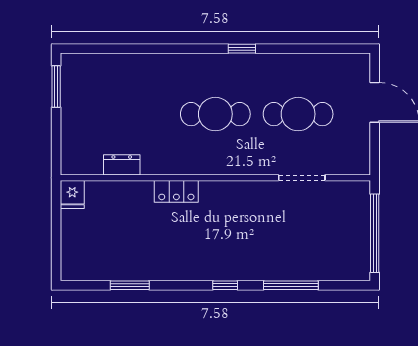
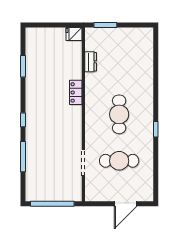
window: (56, 86) -> (105, 25), moved
cafe table: (298, 114) -> (119, 161), turned 90

